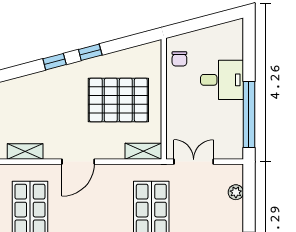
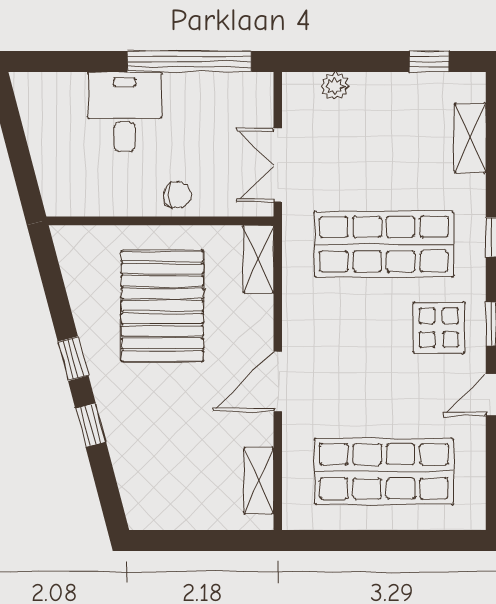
chair: (179, 59) -> (177, 195), moved
door: (78, 162) -> (278, 381), swing flipped

